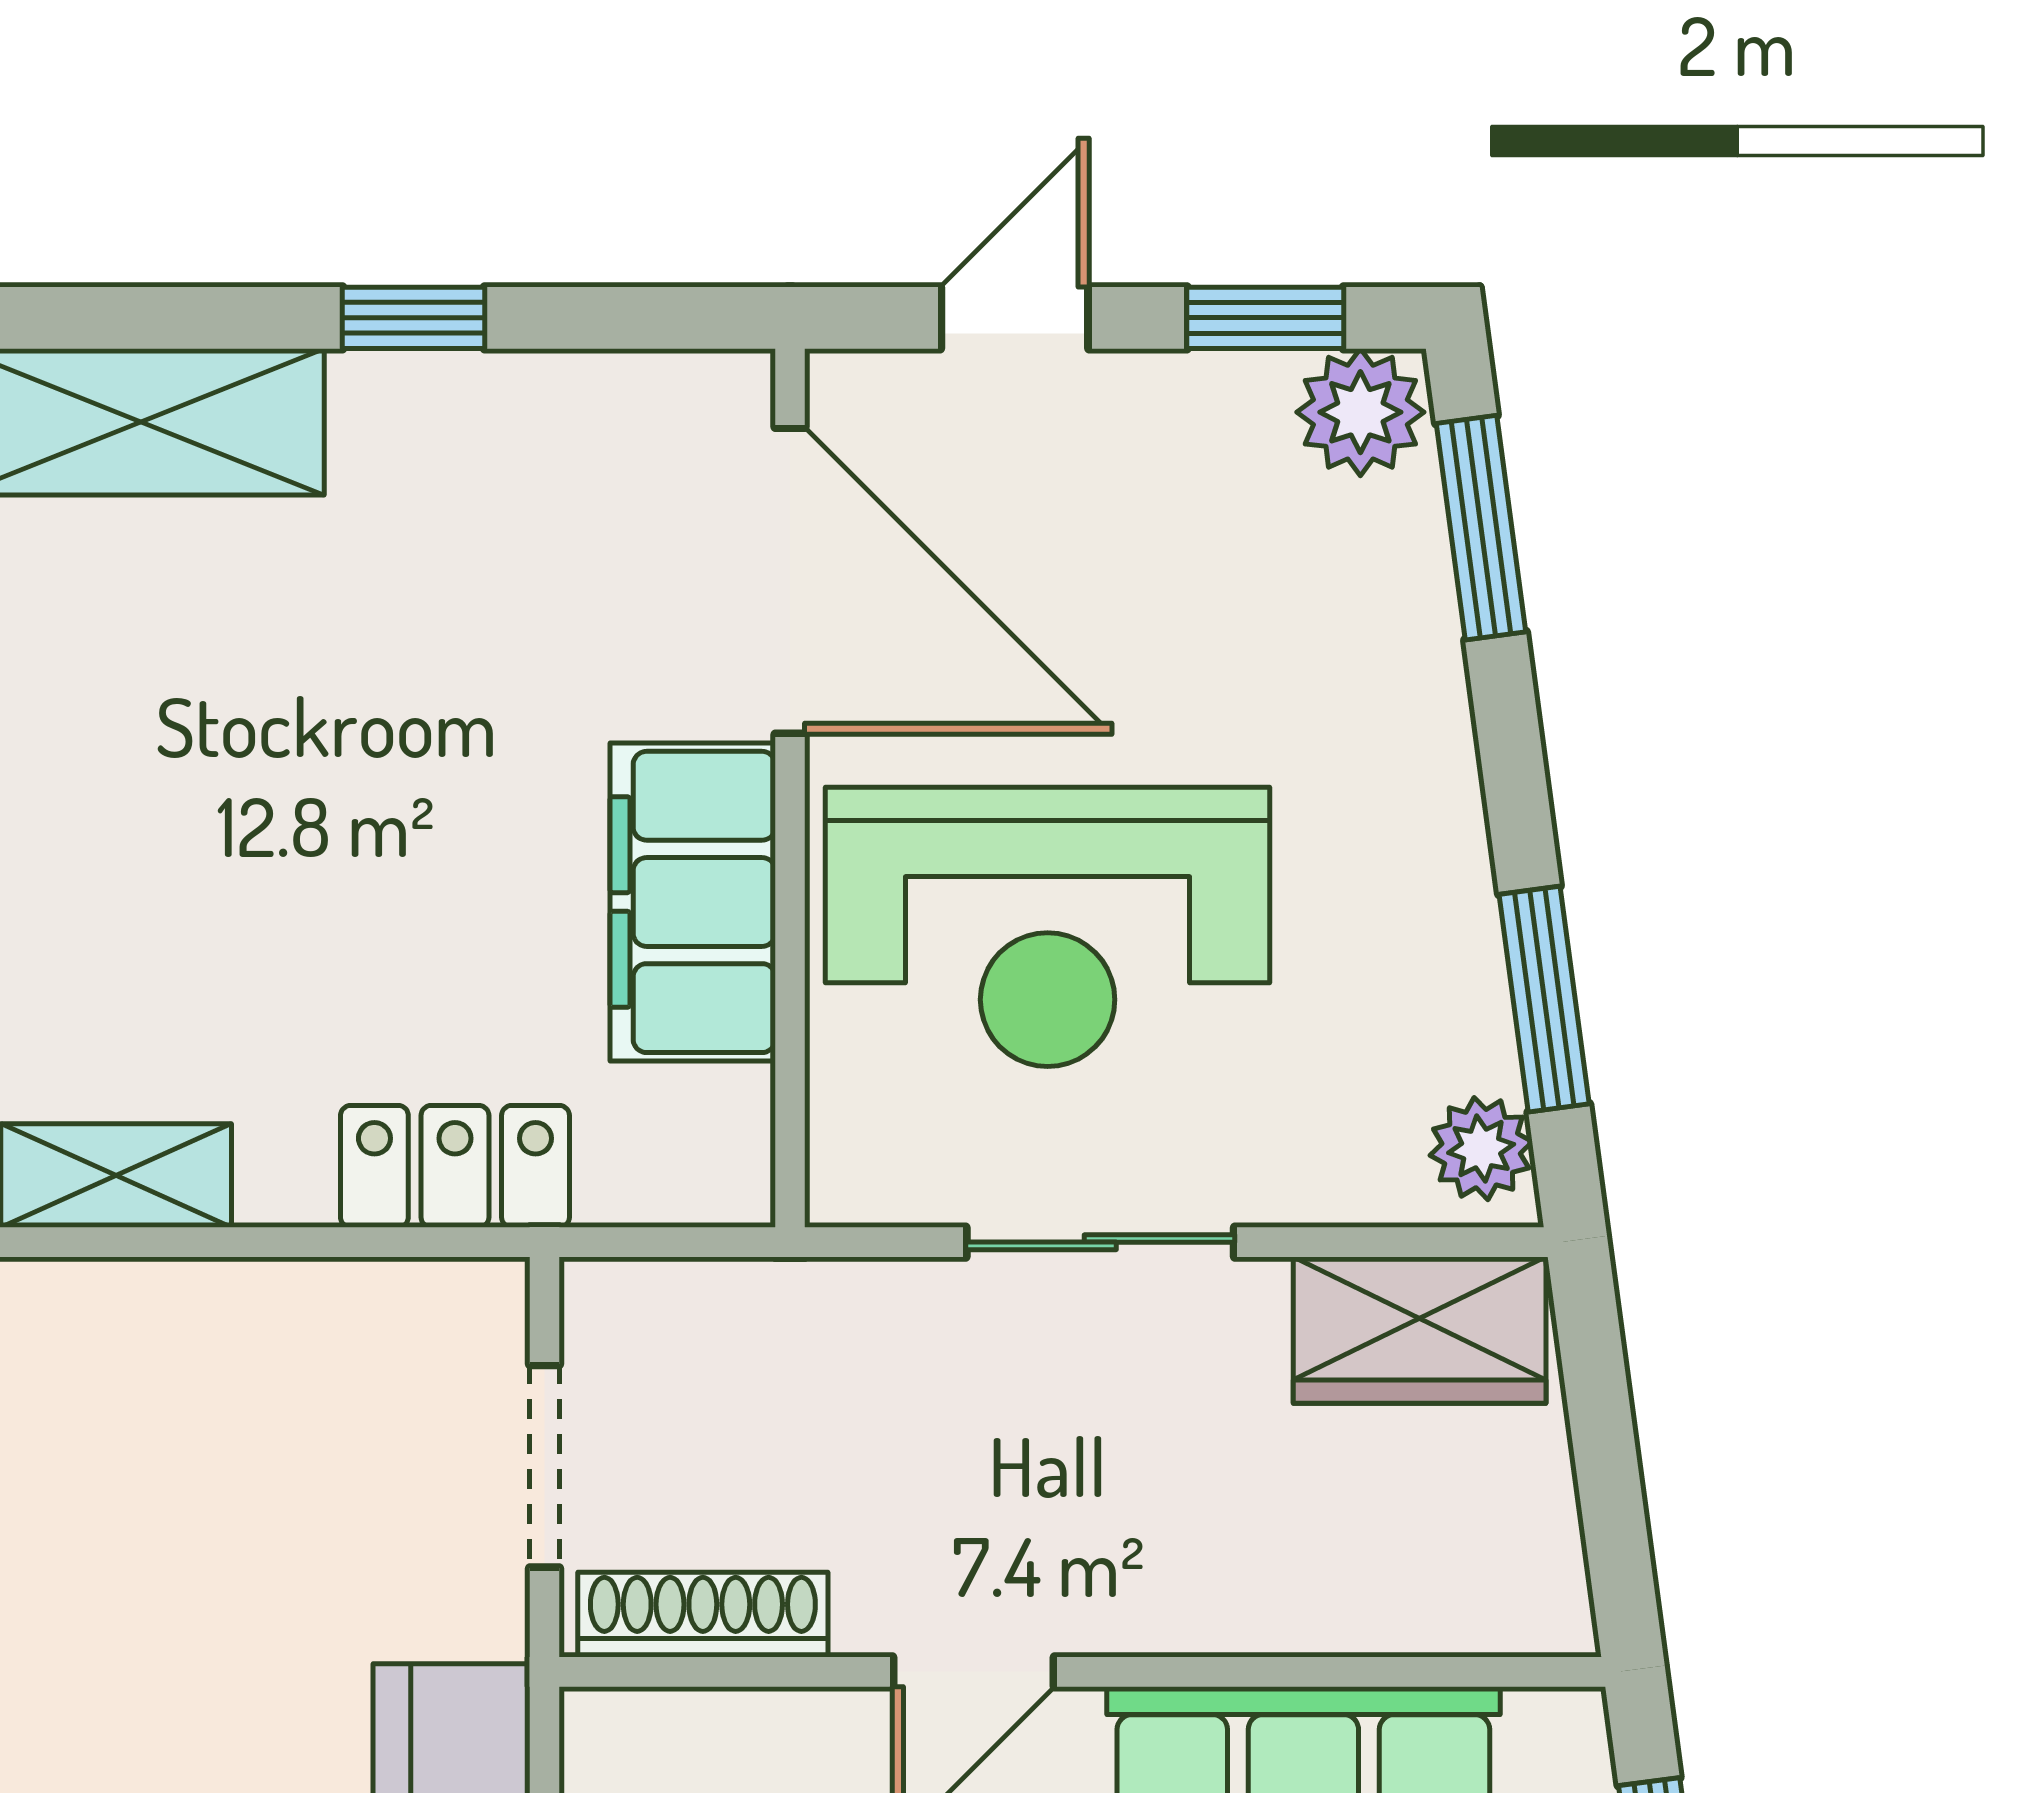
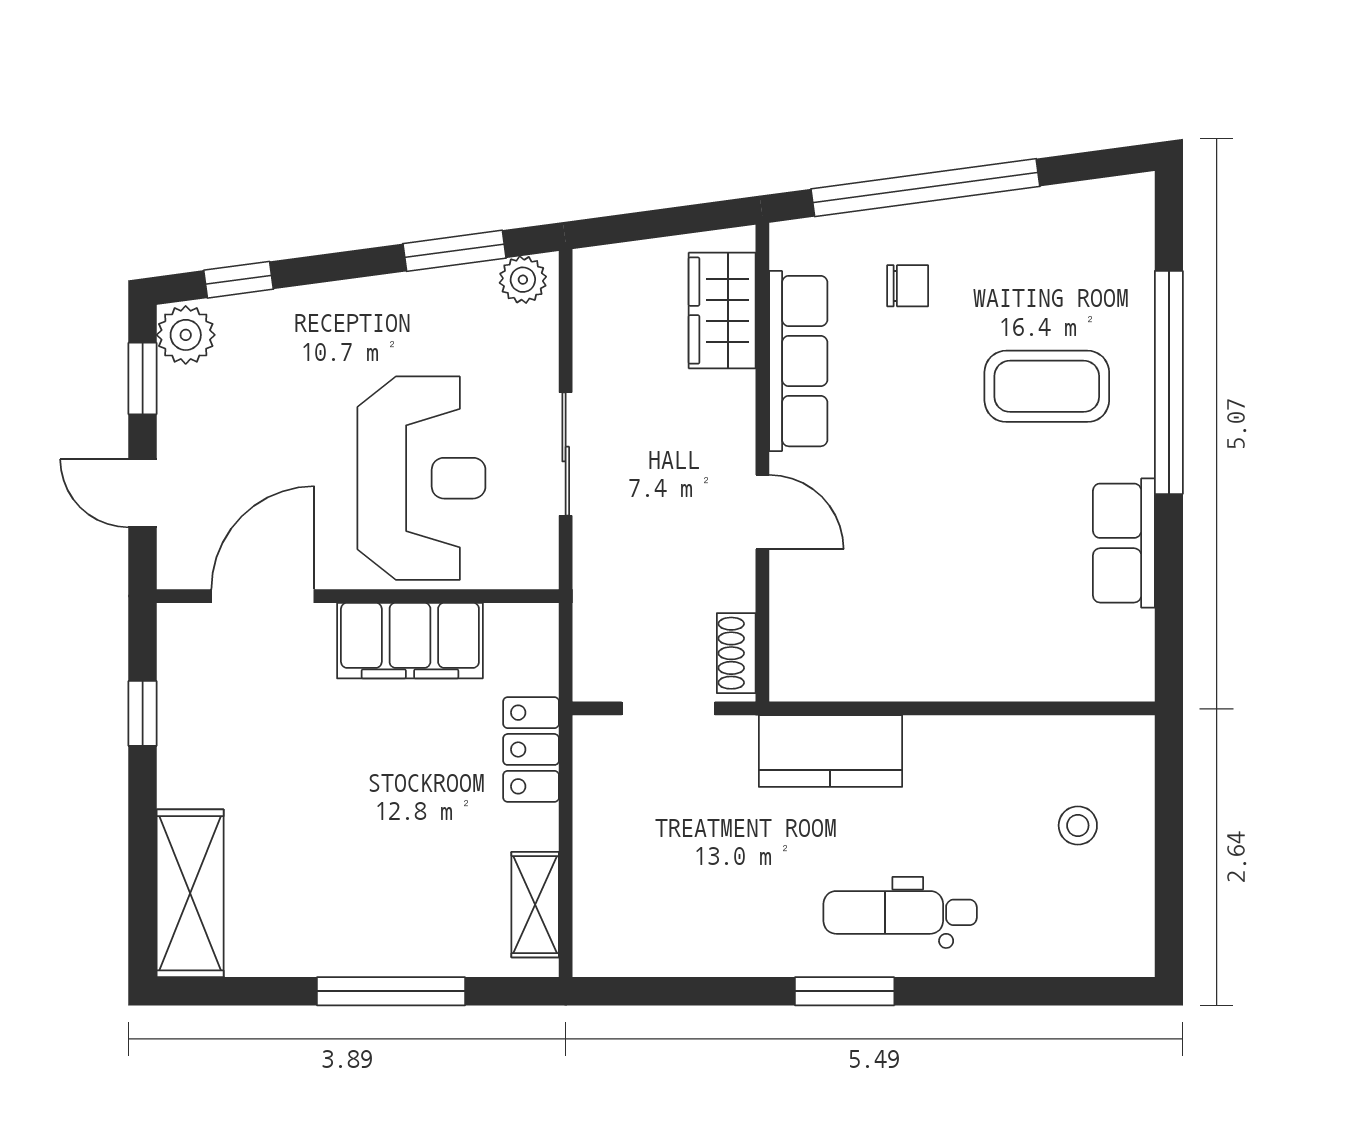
window: (414, 318) -> (143, 713), moved
window: (1481, 528) -> (239, 280), width x0.67
door: (790, 581) -> (263, 596), width x0.73
wardrobe: (1420, 1330) -> (722, 311), moved, turned 180
shoe rack: (703, 1615) -> (736, 653), width x0.70

